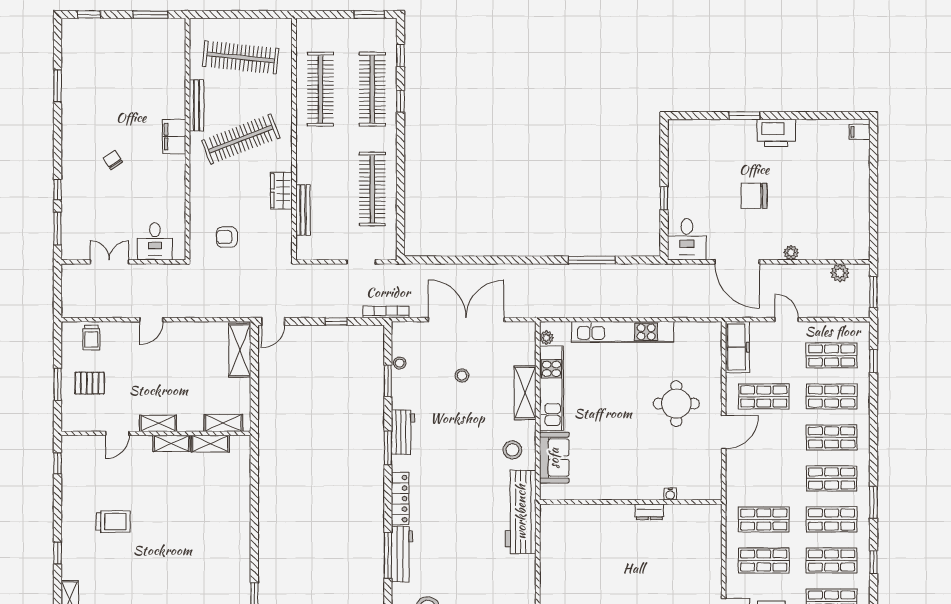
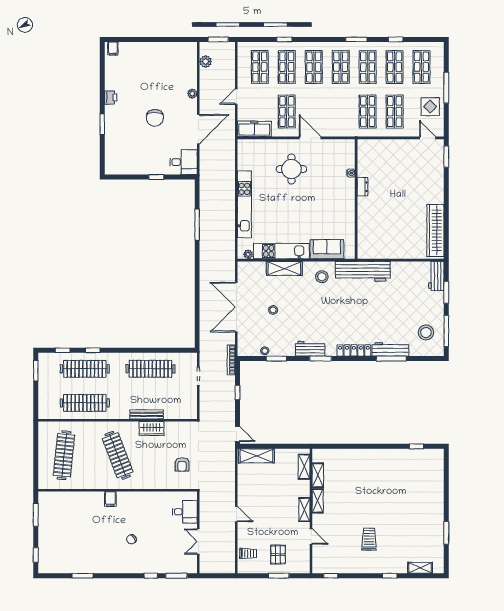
bench: (196, 105) -> (95, 484), removed
printer: (776, 133) -> (111, 97), width x0.53, depth x0.68
filing cabinet: (174, 137) -> (110, 499), width x0.50
bench: (303, 210) -> (147, 414), moved
window: (873, 361) -> (284, 39), moved

